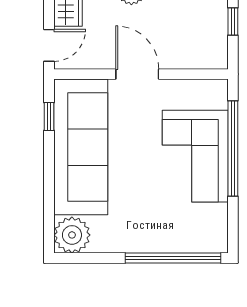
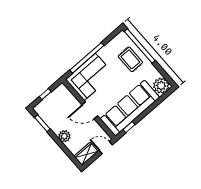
door: (137, 74) -> (90, 110), hinge flipped
corner sofa: (195, 156) -> (90, 77), moved
rug: (164, 222) -> (130, 59), added

